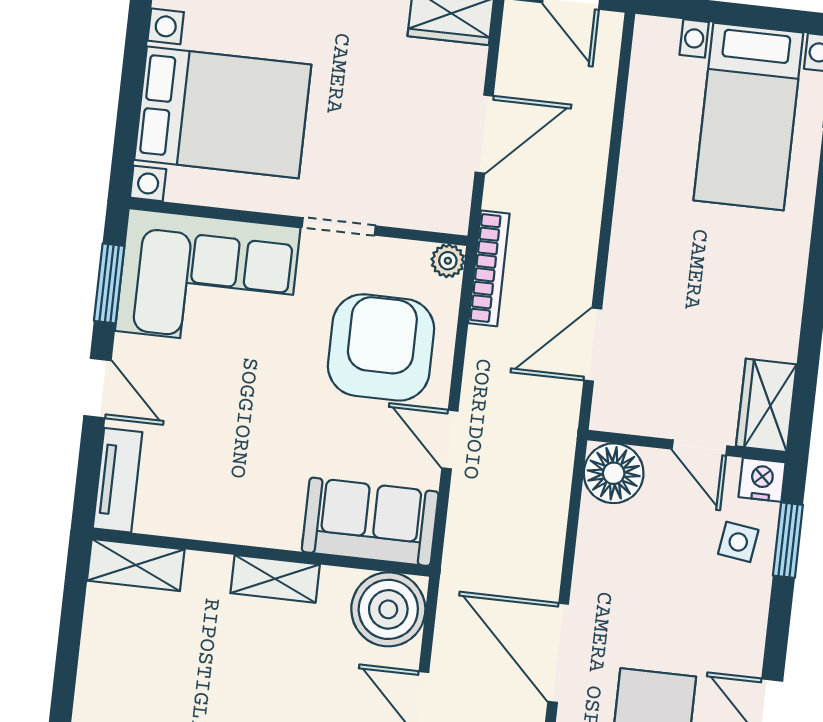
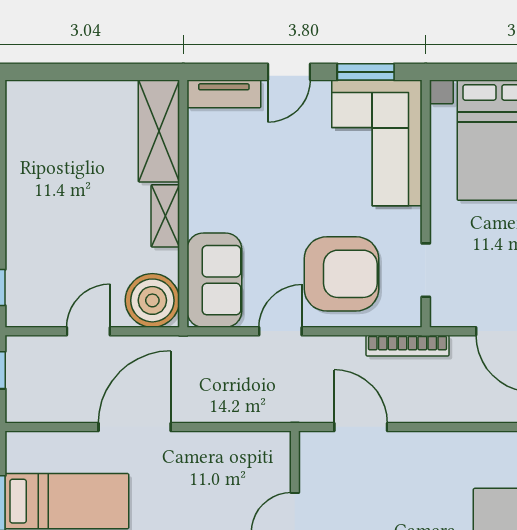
doorway: (339, 226) -> (426, 270), moved
plant: (448, 261) -> (410, 315), removed
floor lamp: (614, 473) -> (269, 453), removed
shelving: (136, 565) -> (159, 131), width x1.50, depth x1.33

